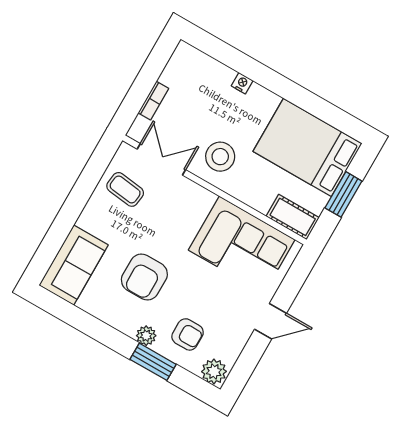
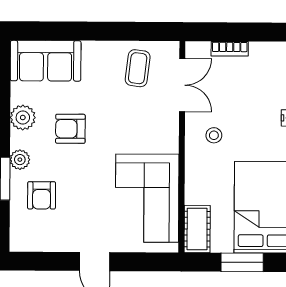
stool: (220, 157) -> (214, 135), width x0.53, depth x0.53
armchair: (144, 277) -> (70, 129), width x0.72, depth x0.72
plant: (214, 371) -> (23, 117), moved

